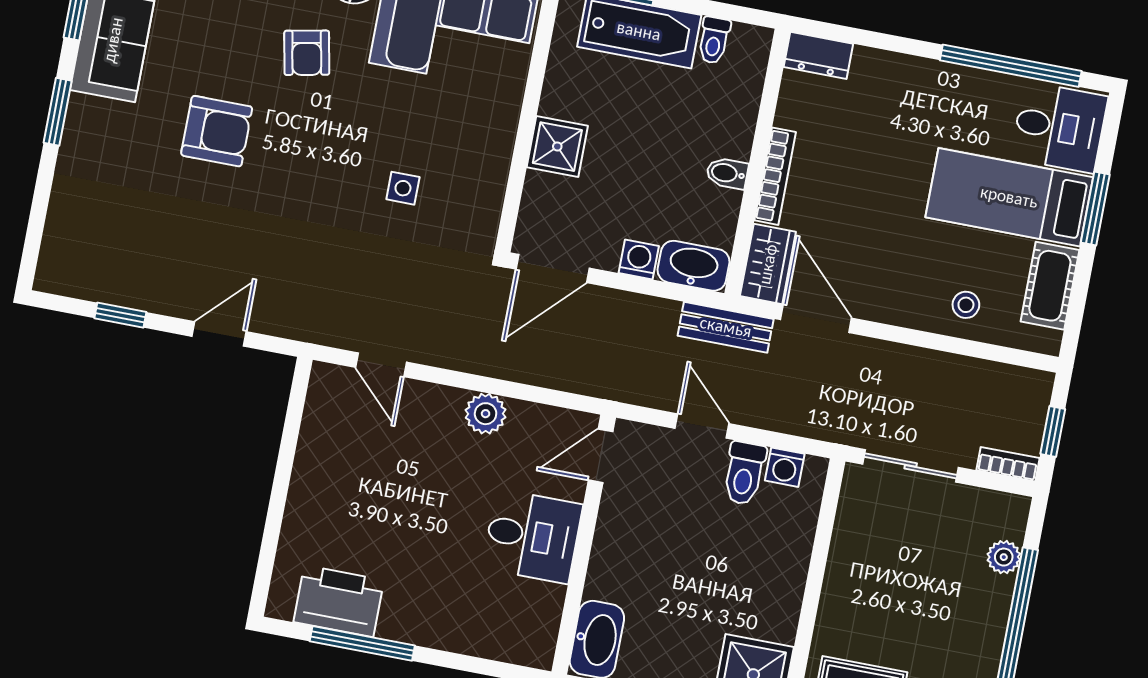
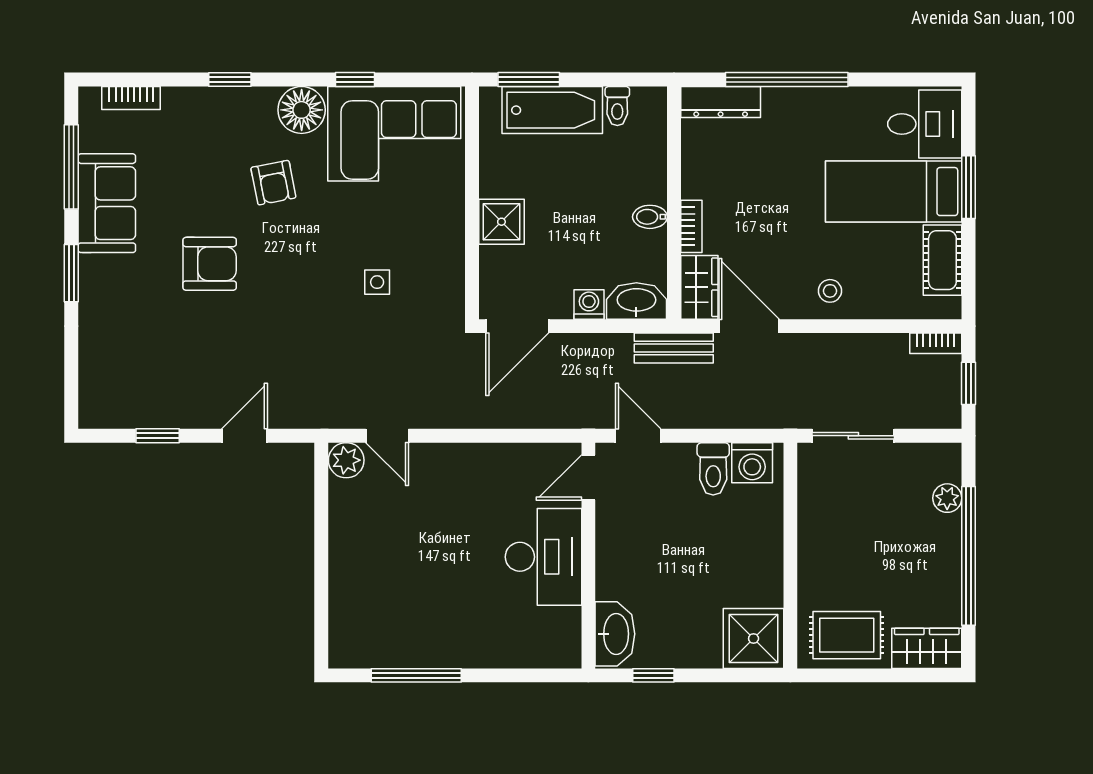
dresser: (818, 55) -> (721, 102), width x1.44
window: (1011, 66) -> (787, 80), moved
bookcase: (775, 176) -> (691, 226), width x0.64
stool: (966, 305) -> (830, 291), moved
plant: (486, 414) -> (346, 460), moved
door: (702, 426) -> (638, 436), moved
bookcase: (1008, 464) -> (936, 343), moved, turned 180
washing machine: (785, 467) -> (752, 463), width x1.38, depth x1.38
desk: (532, 536) -> (543, 557), width x1.37
printer: (339, 601) -> (389, 643), removed

